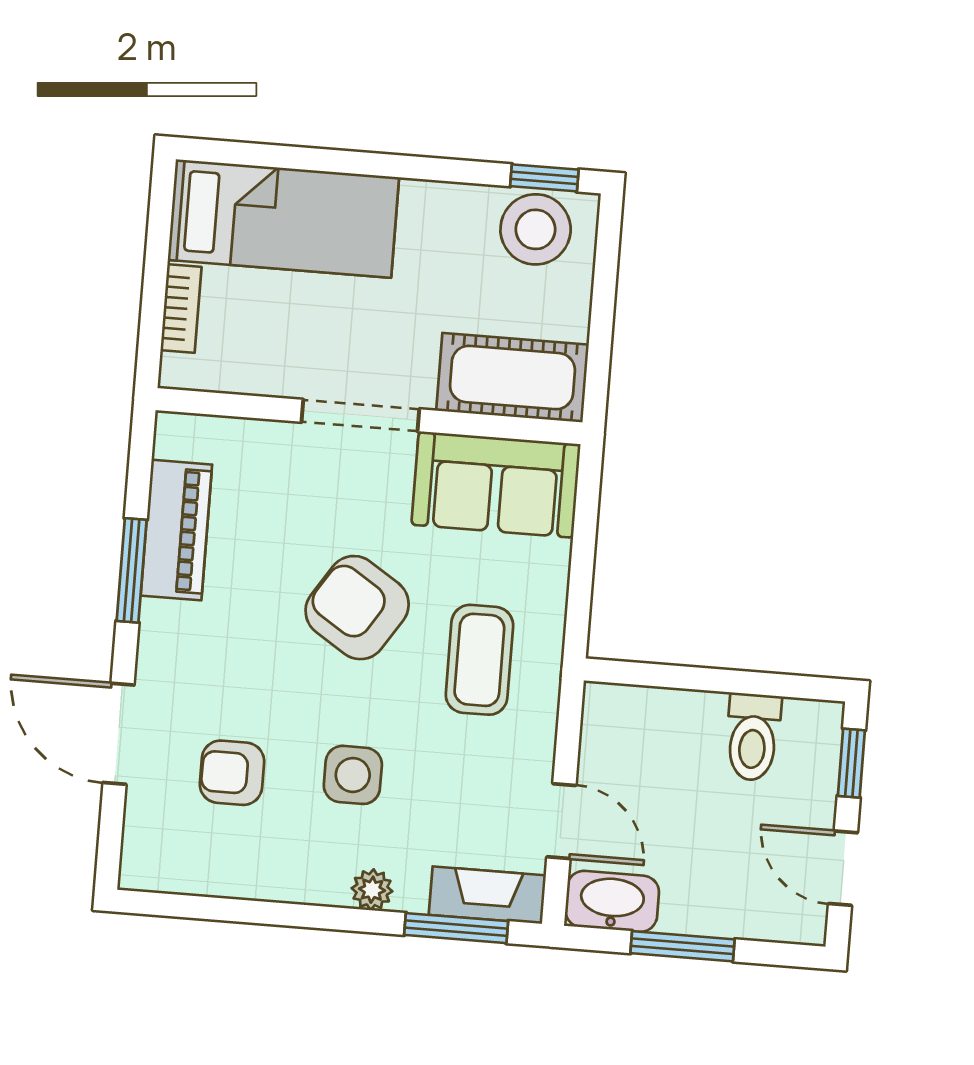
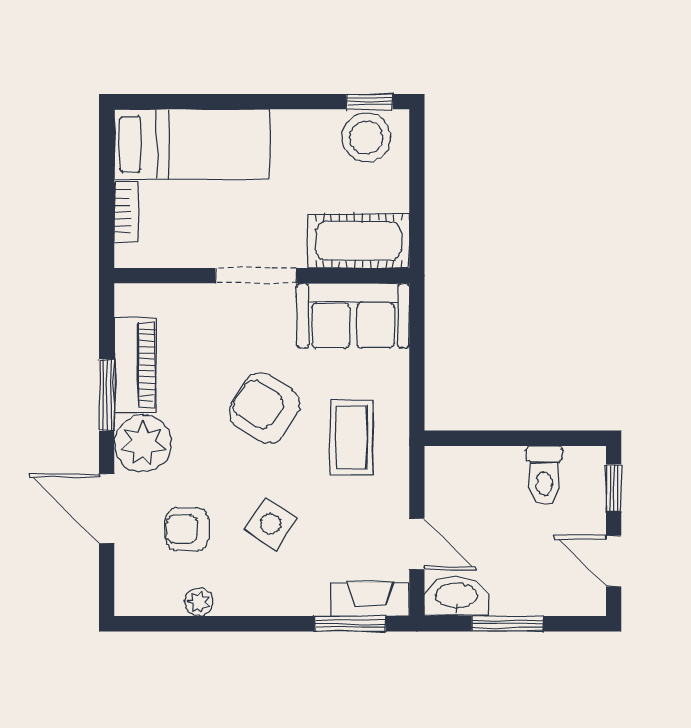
plant: (178, 644) -> (143, 444), added
side table: (353, 775) -> (271, 524), turned 34
plant: (372, 890) -> (199, 602), moved

